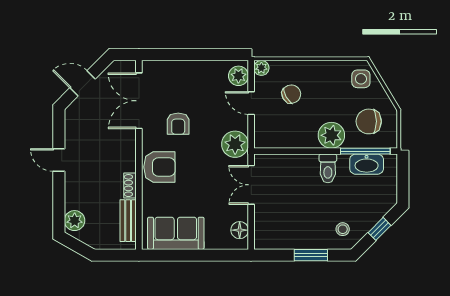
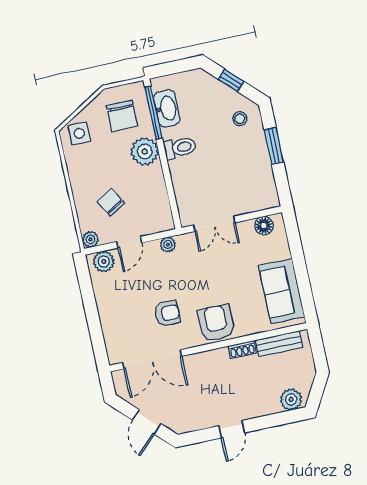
plant: (235, 144) -> (168, 245), width x0.53, depth x0.53

